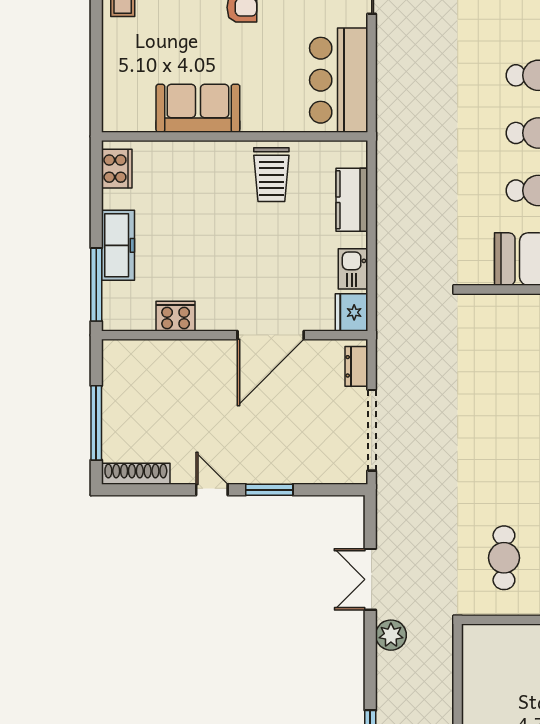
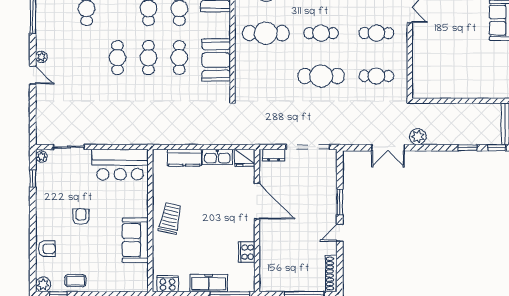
trolley: (271, 175) -> (170, 218), moved, turned -78
kitchen sink: (353, 269) -> (217, 157), width x1.38
cafe table: (504, 455) -> (321, 76), added

